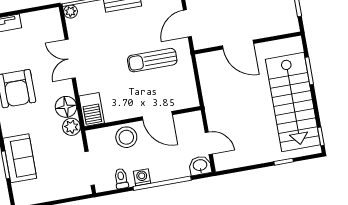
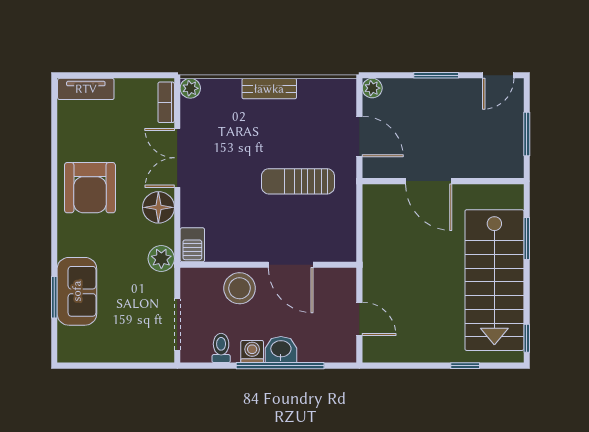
door: (187, 23) -> (359, 137), swing flipped
bookcase: (56, 24) -> (166, 102), added
floor lamp: (66, 107) -> (158, 207), moved
barbecue: (92, 110) -> (192, 245), width x0.73, depth x0.79
washbasin: (200, 166) -> (281, 350), moved

